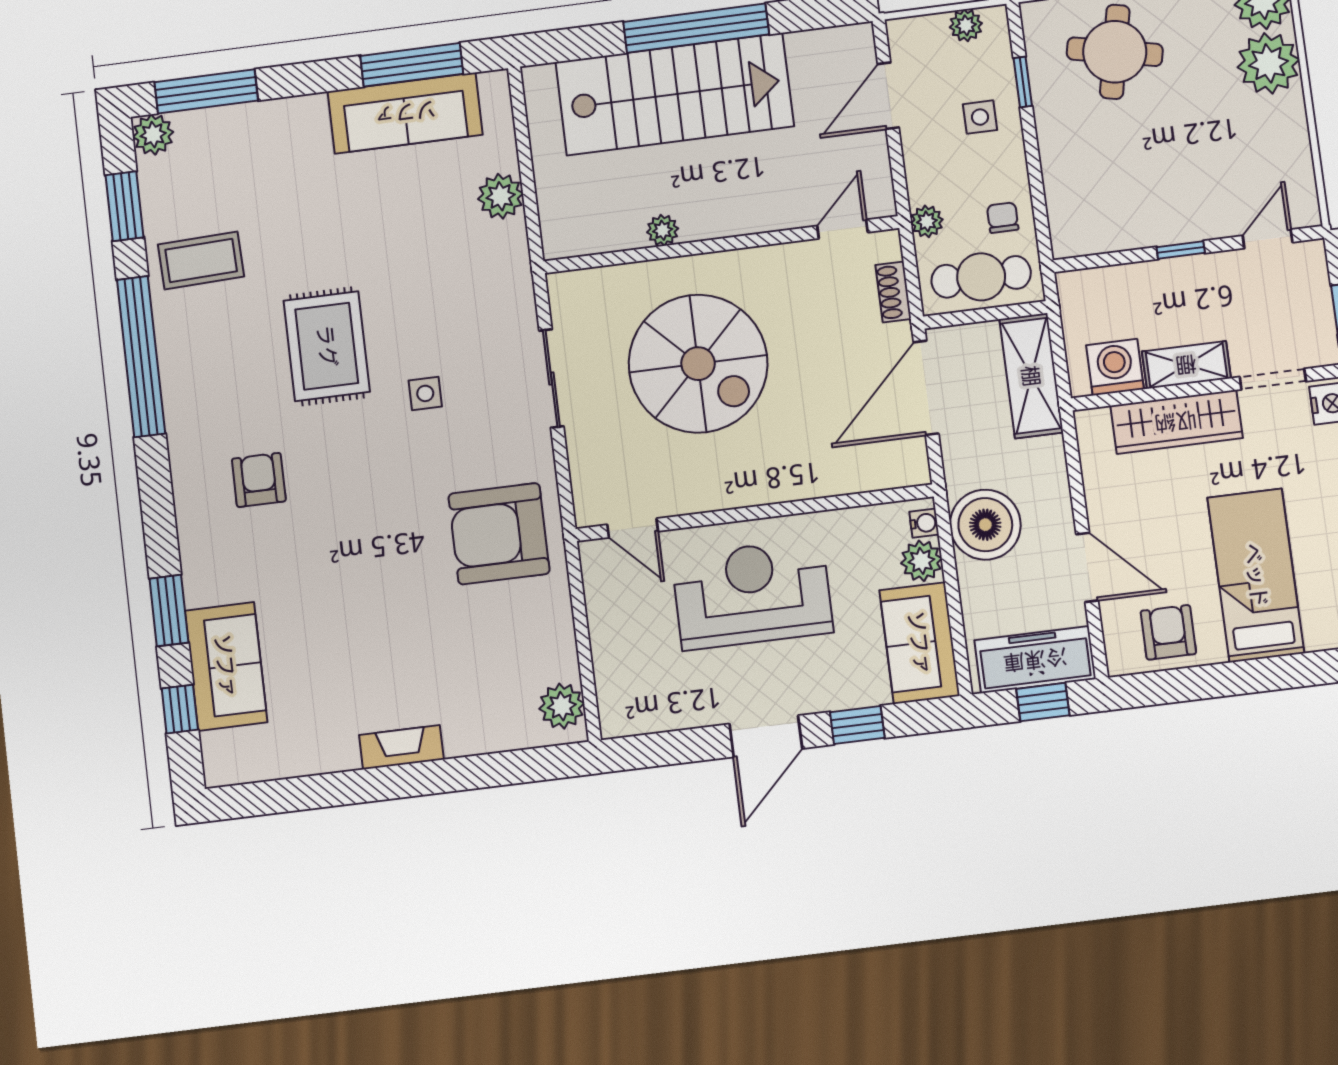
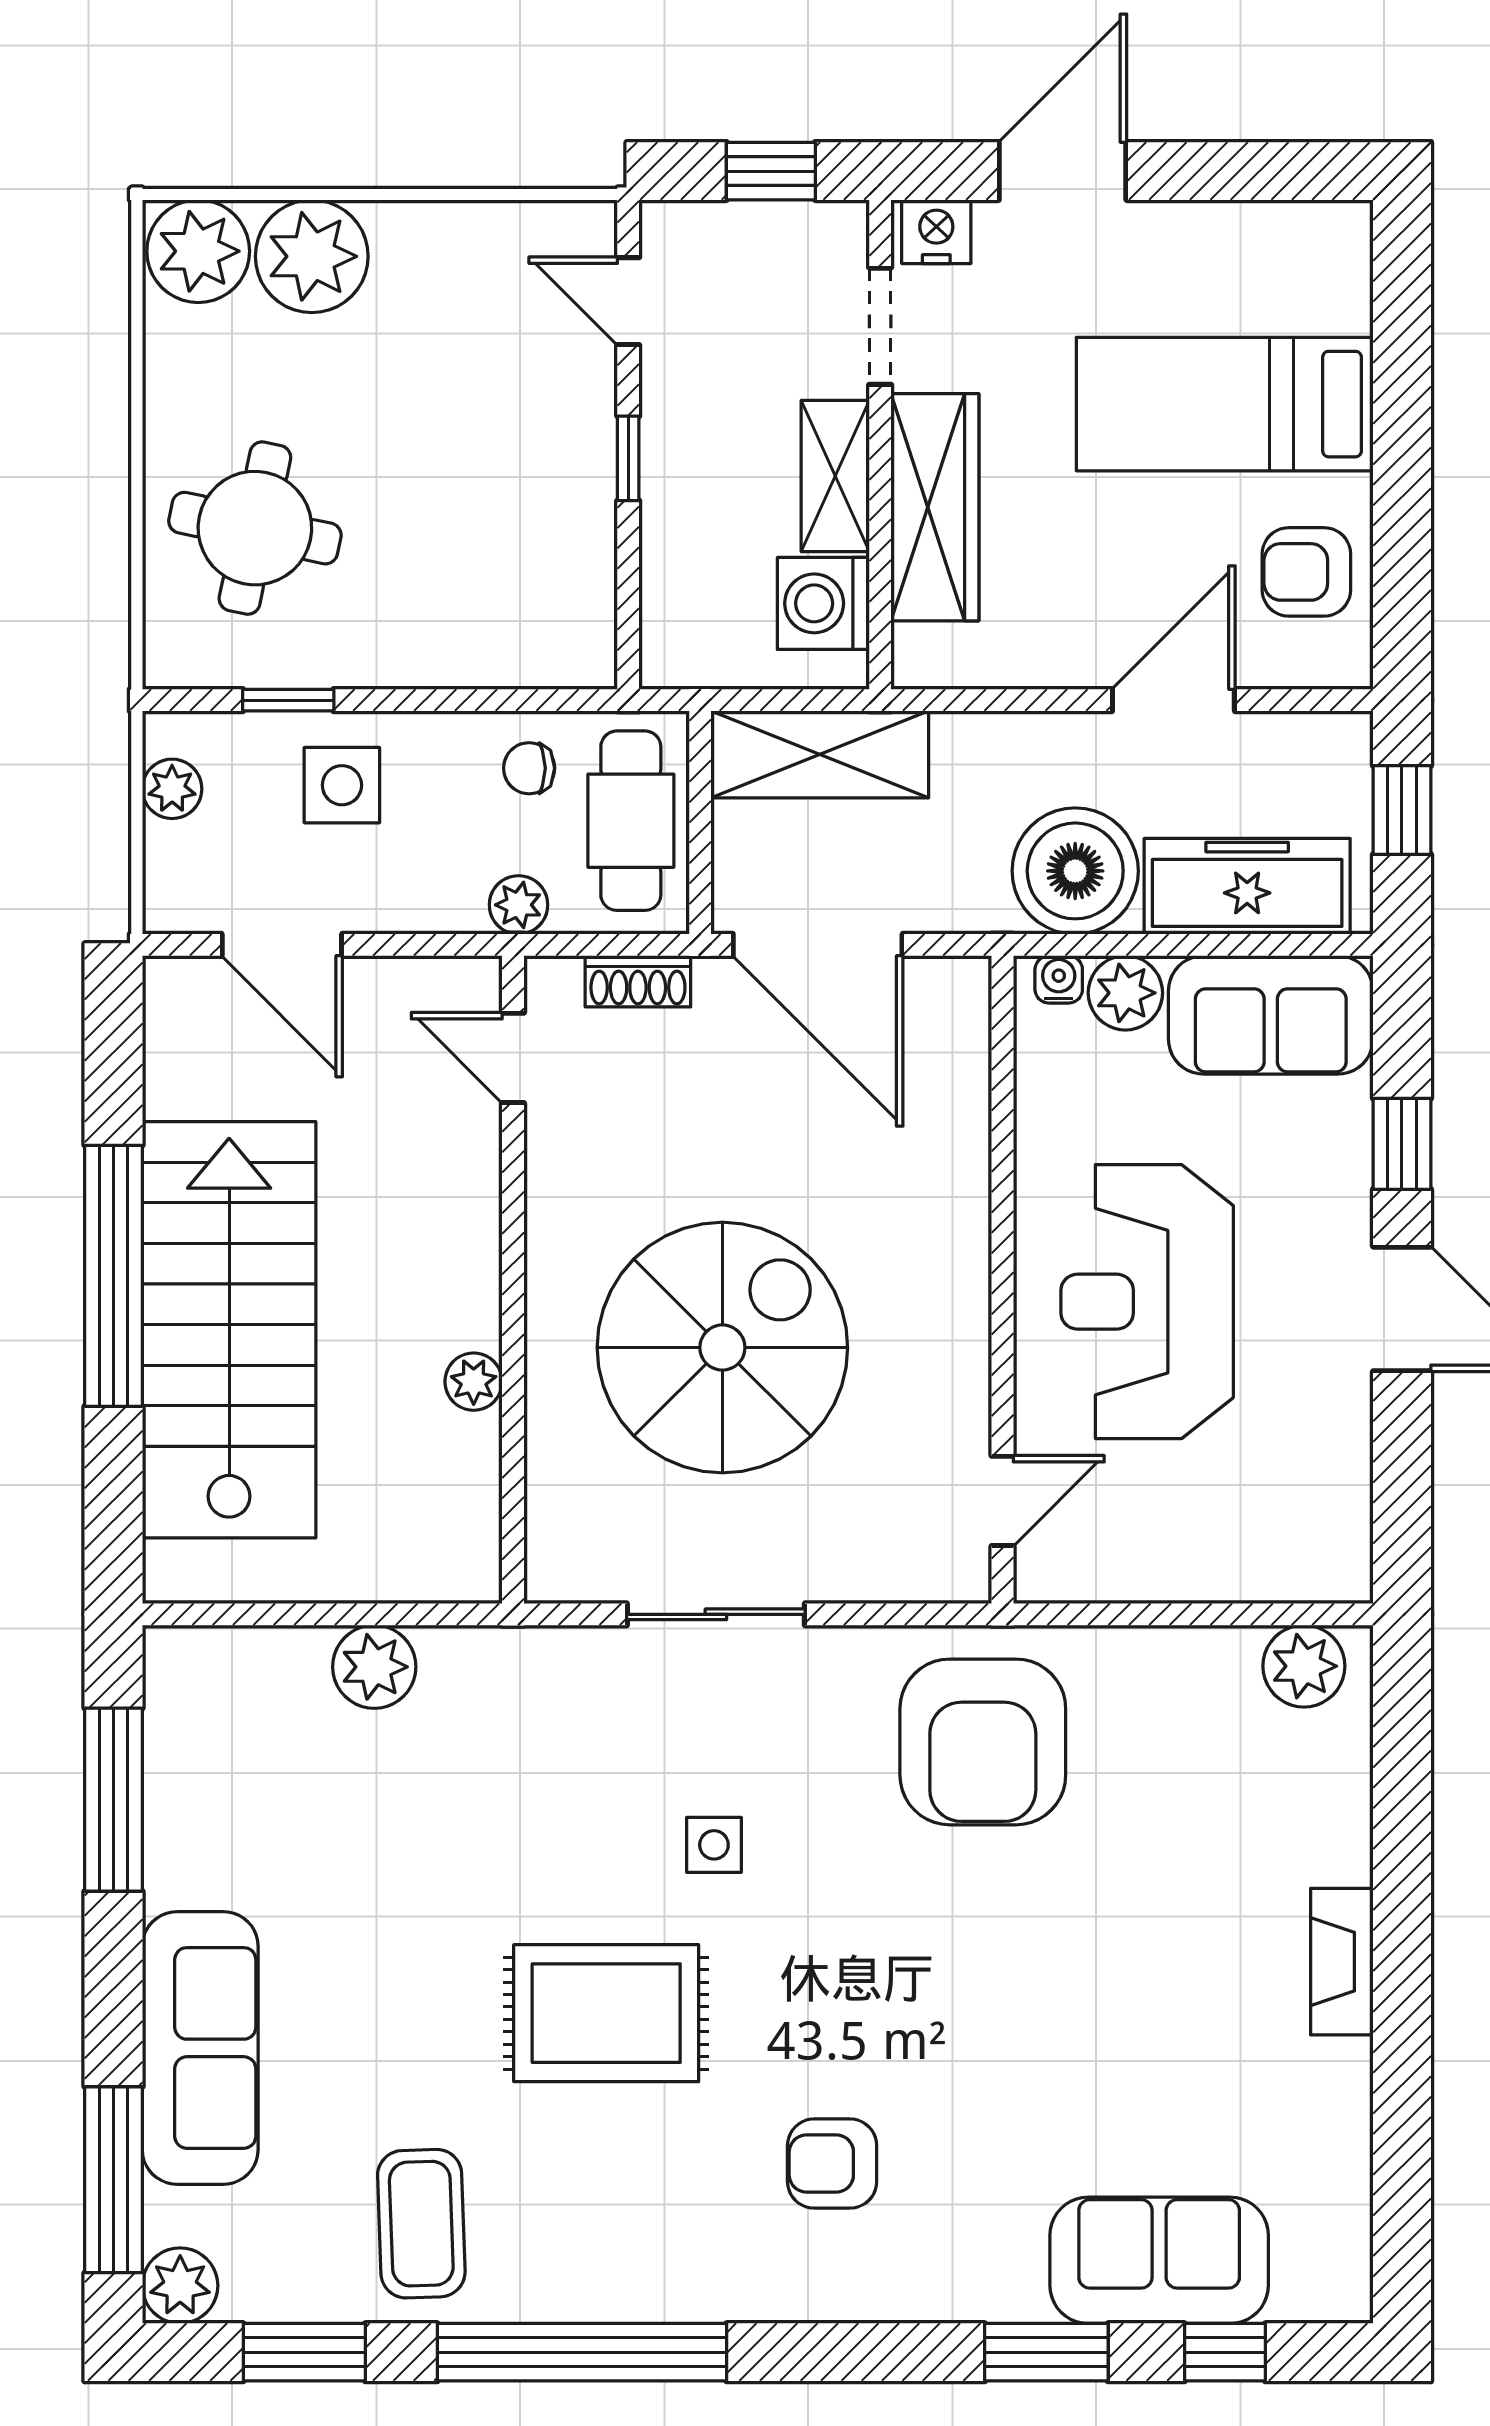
sofa: (405, 113) -> (200, 2048), moved
side table: (980, 117) -> (342, 785), width x1.37, depth x1.37
freezer: (1035, 660) -> (1247, 886), moved, turned 90

